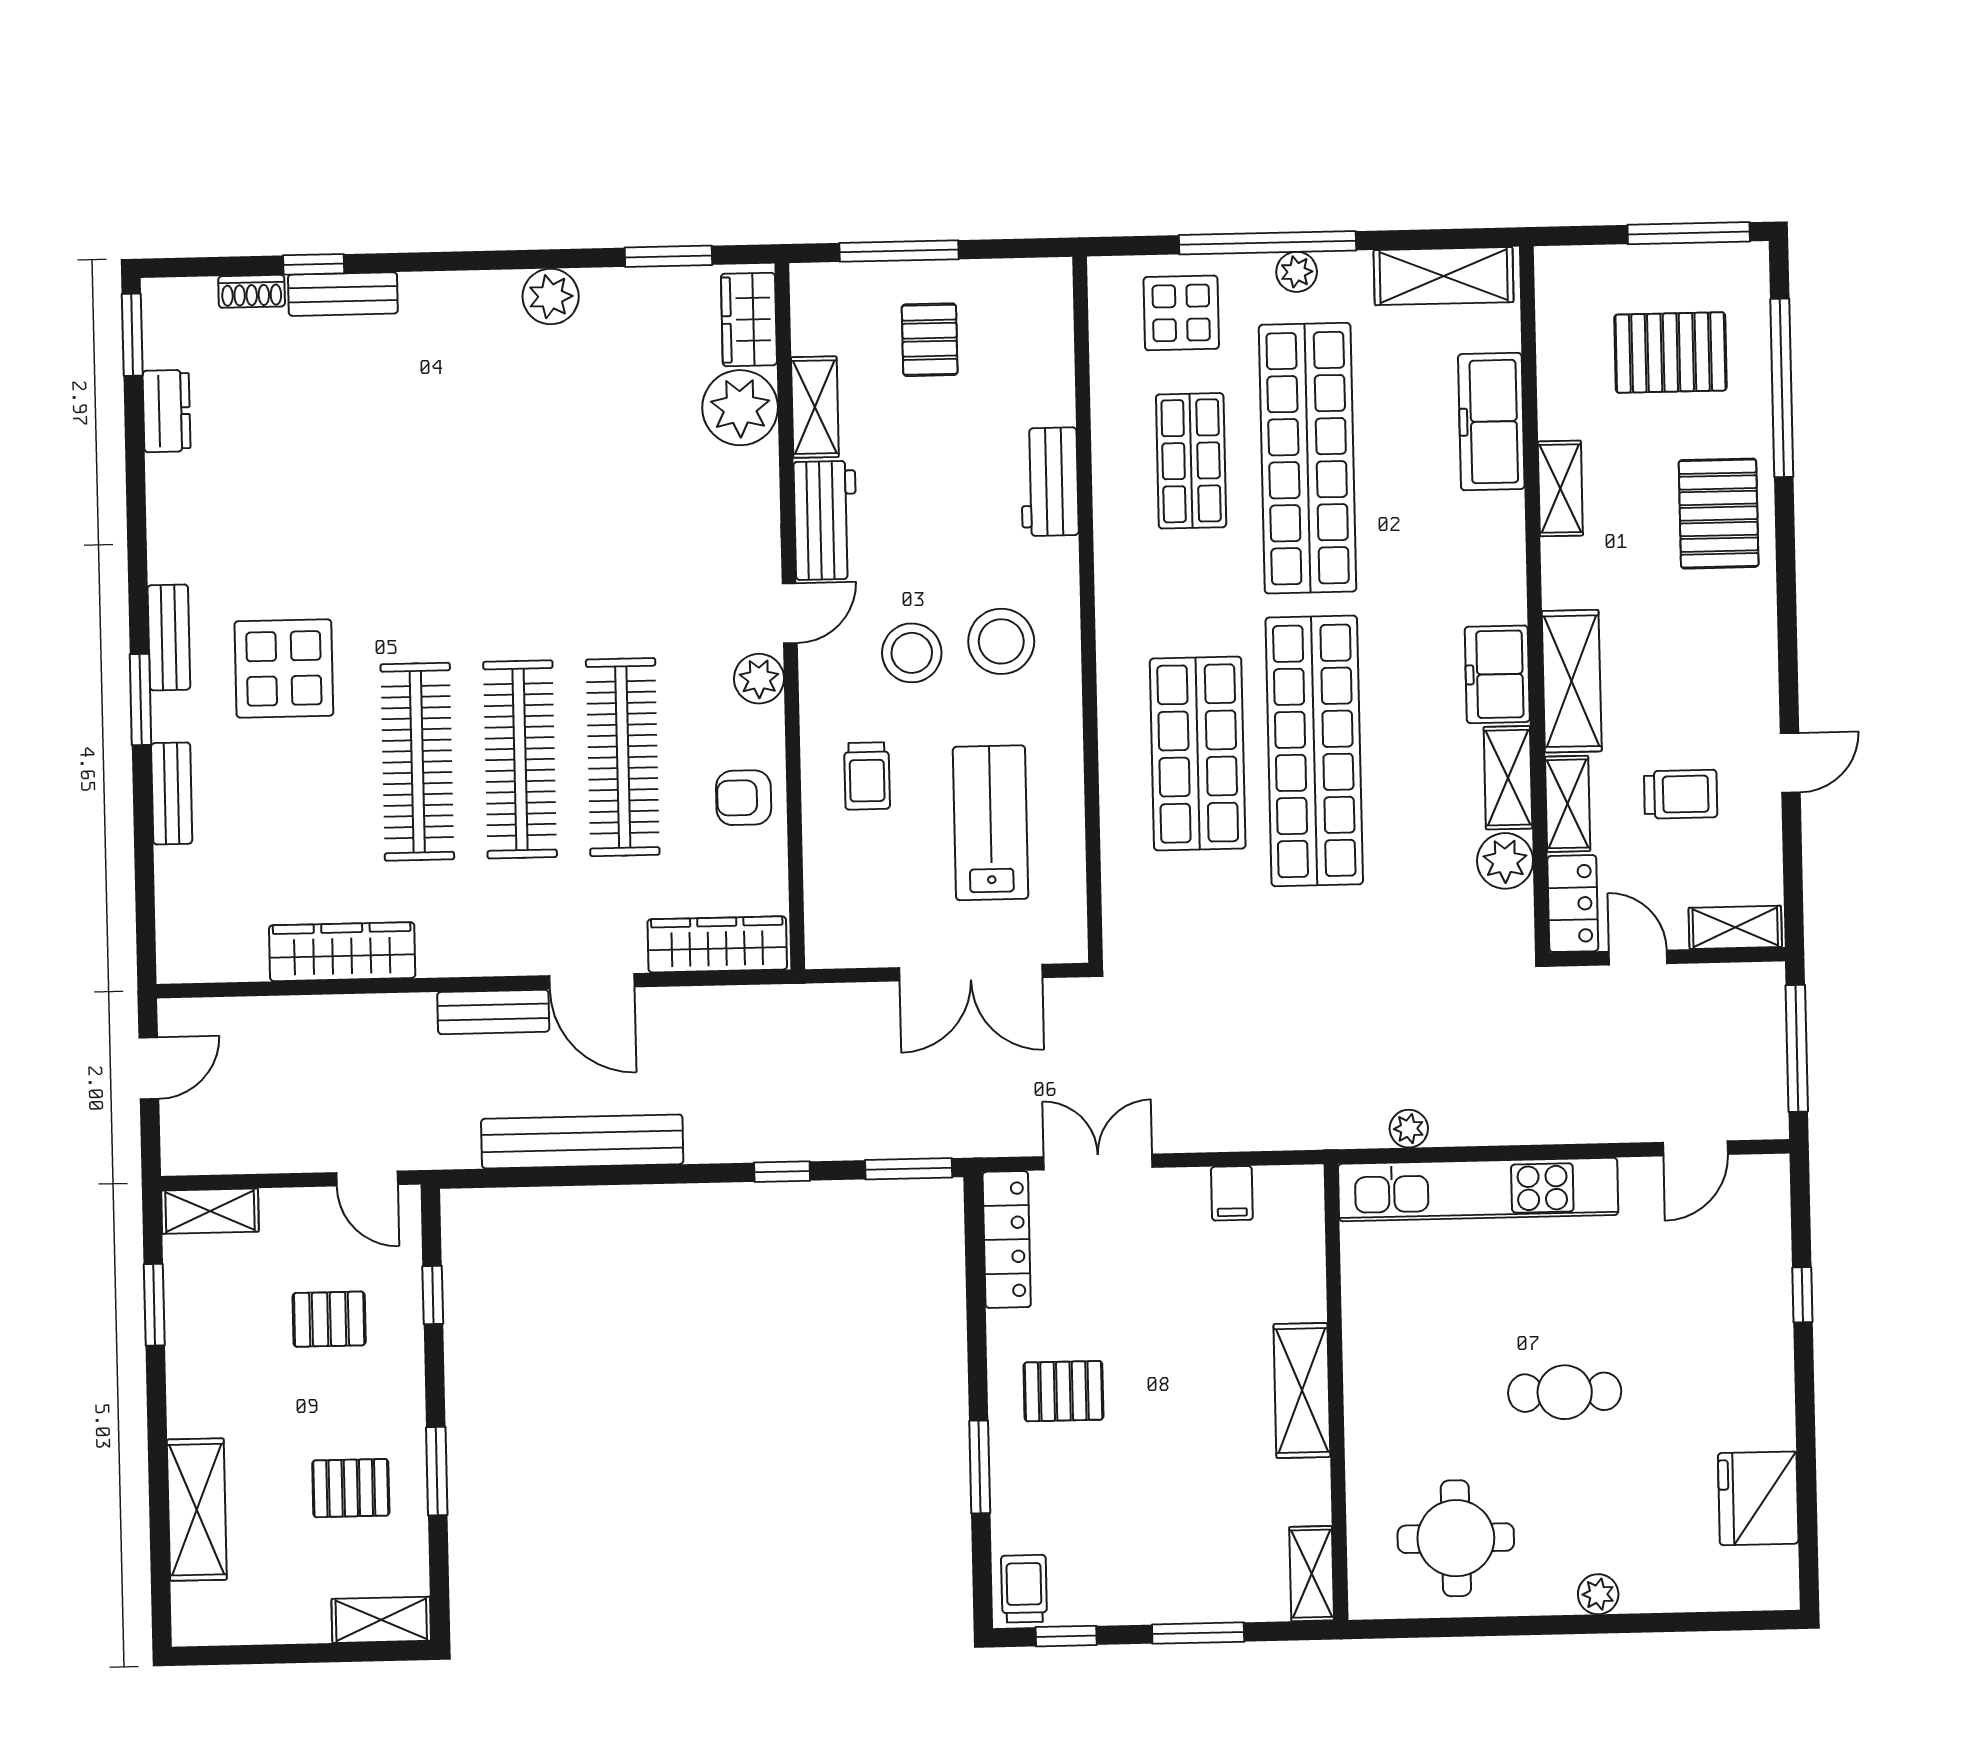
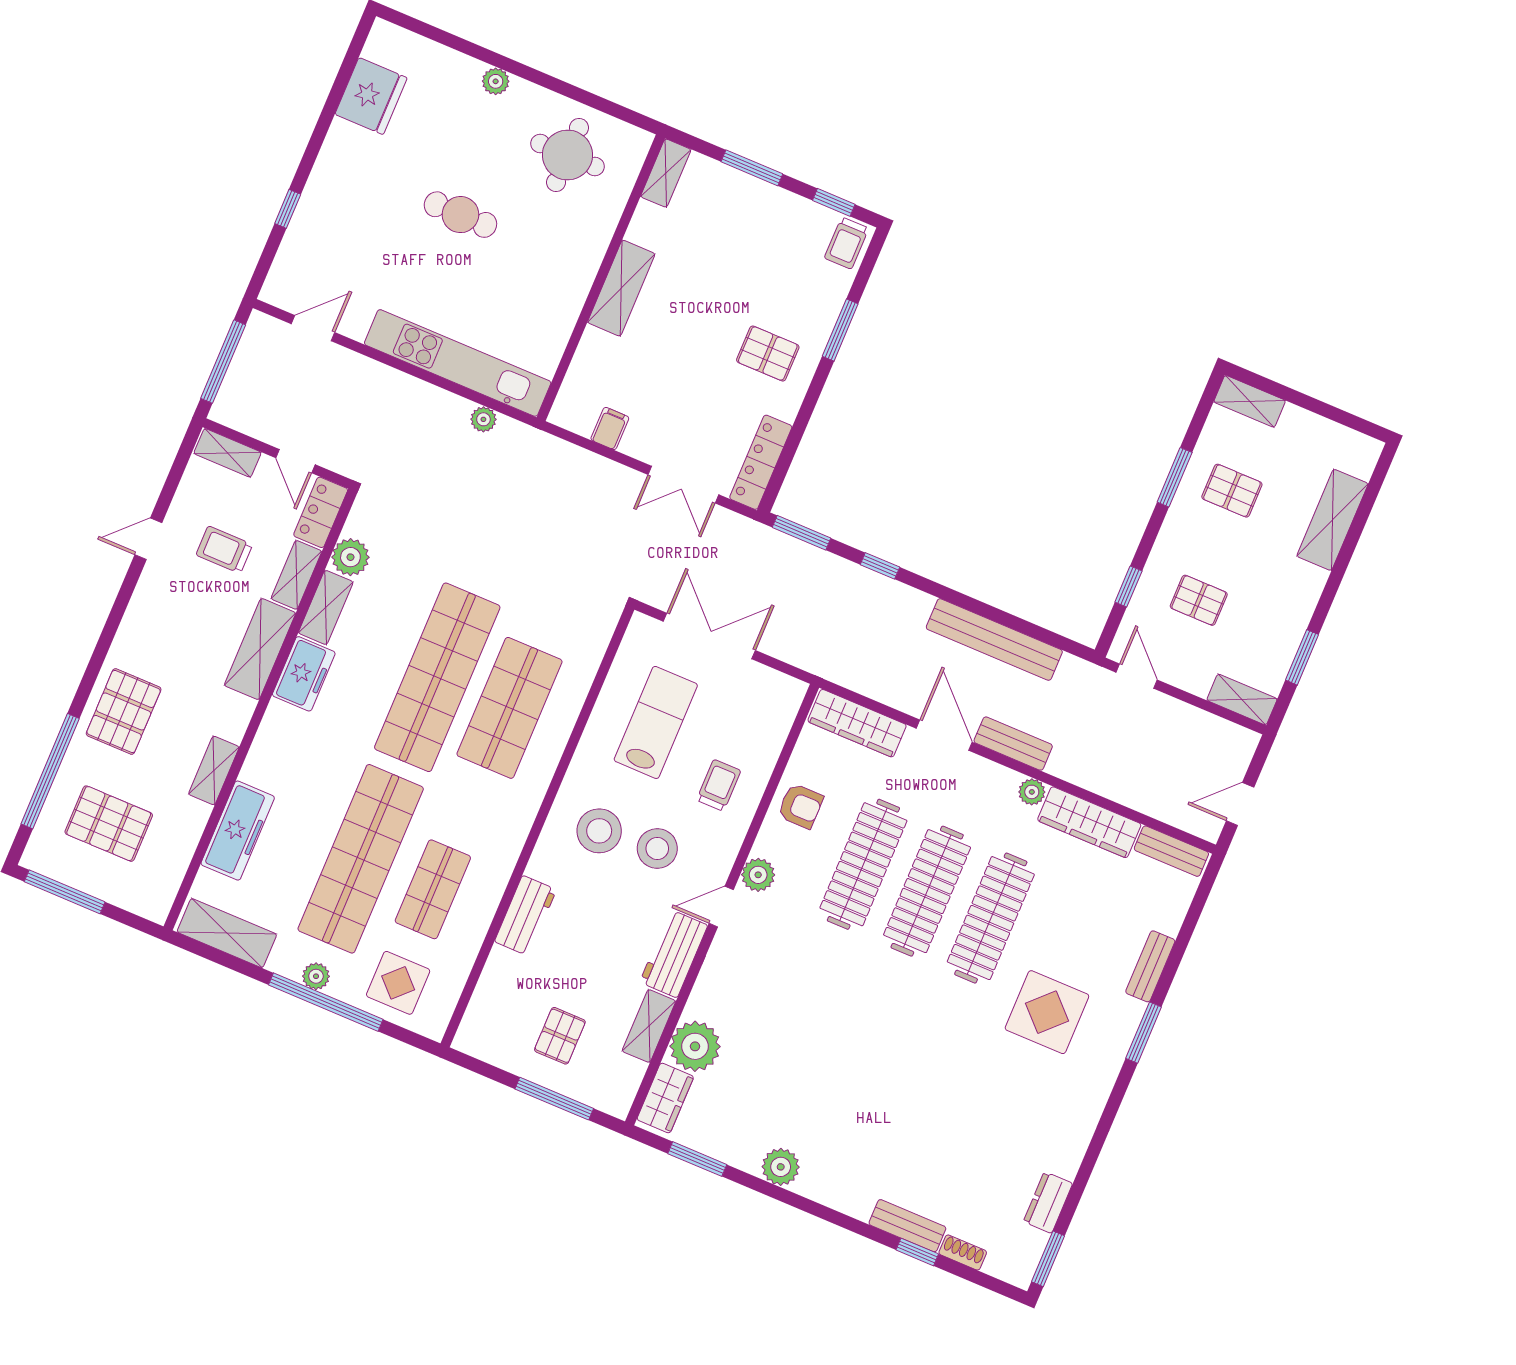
bench: (169, 637) -> (1171, 851), moved, turned 90
lab bench: (991, 823) -> (656, 722), turned 180
plant: (439, 958) -> (1032, 792), added

